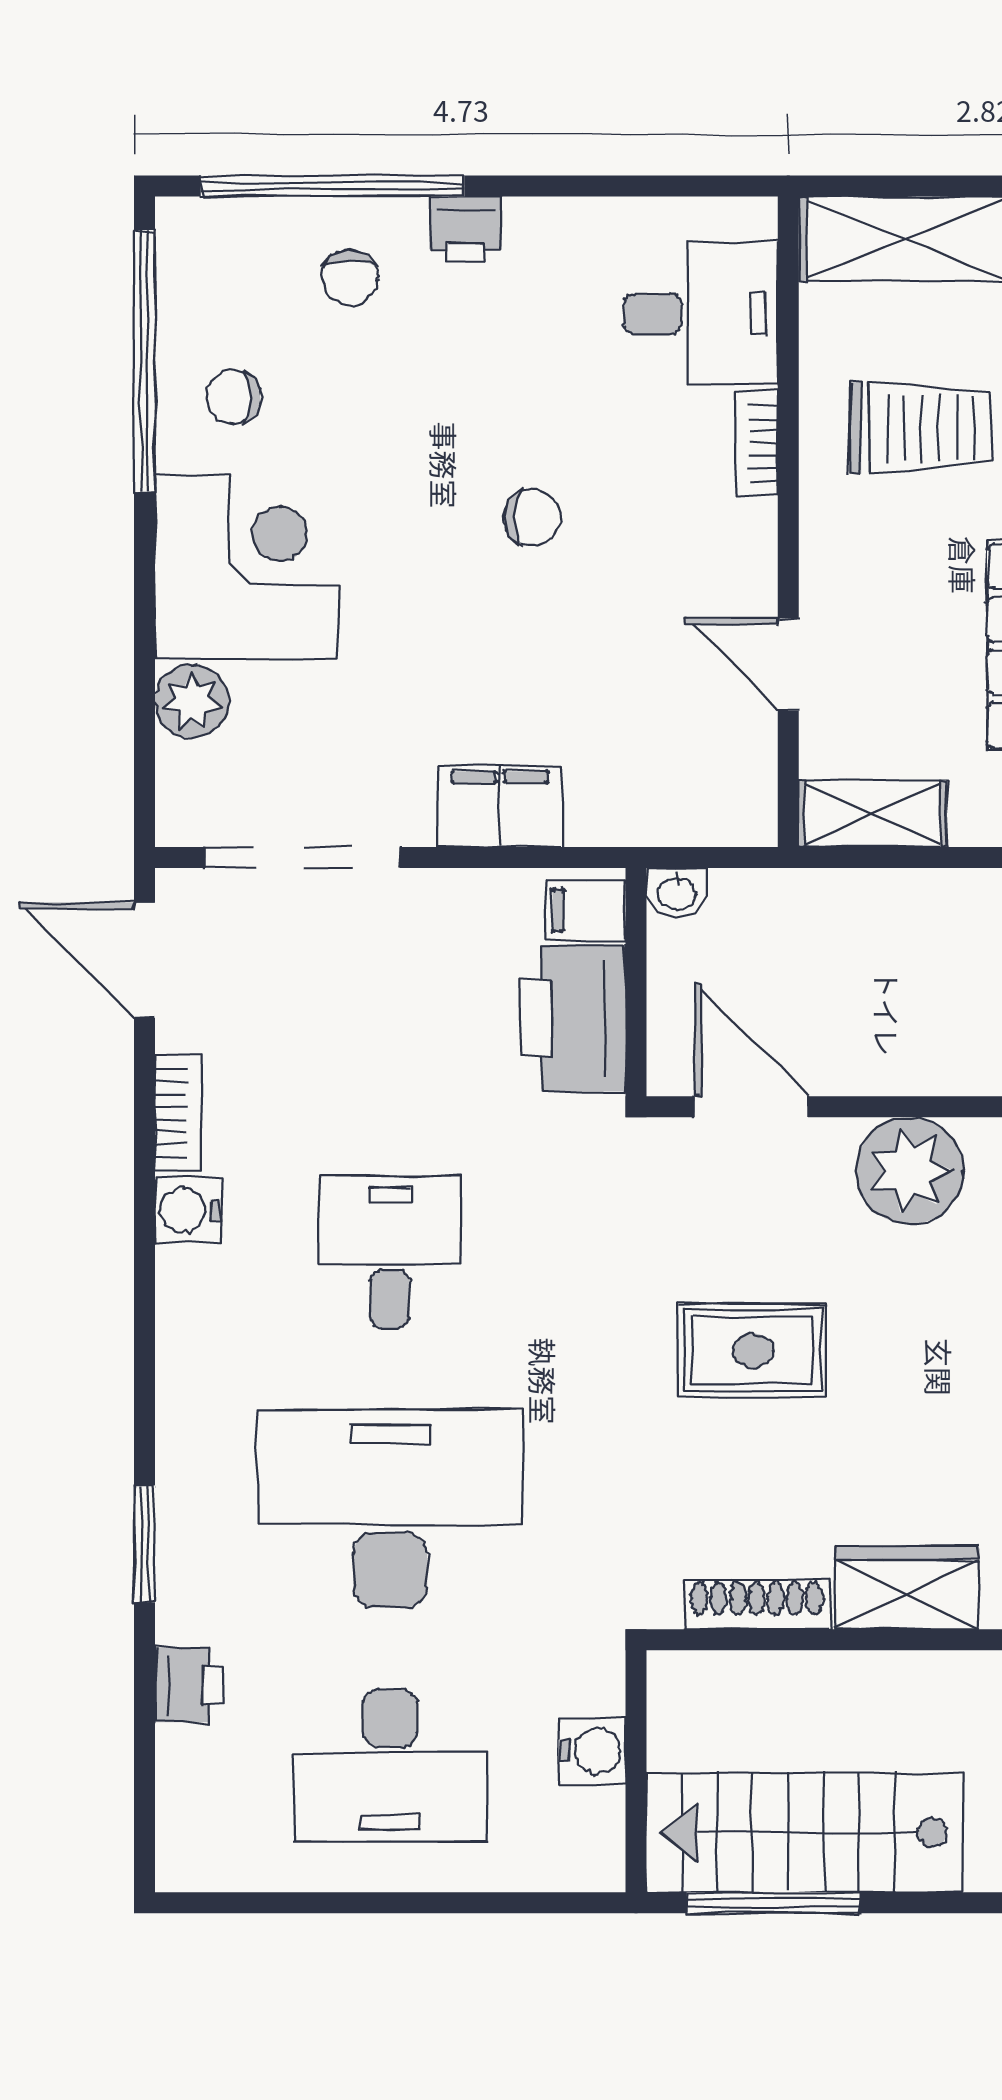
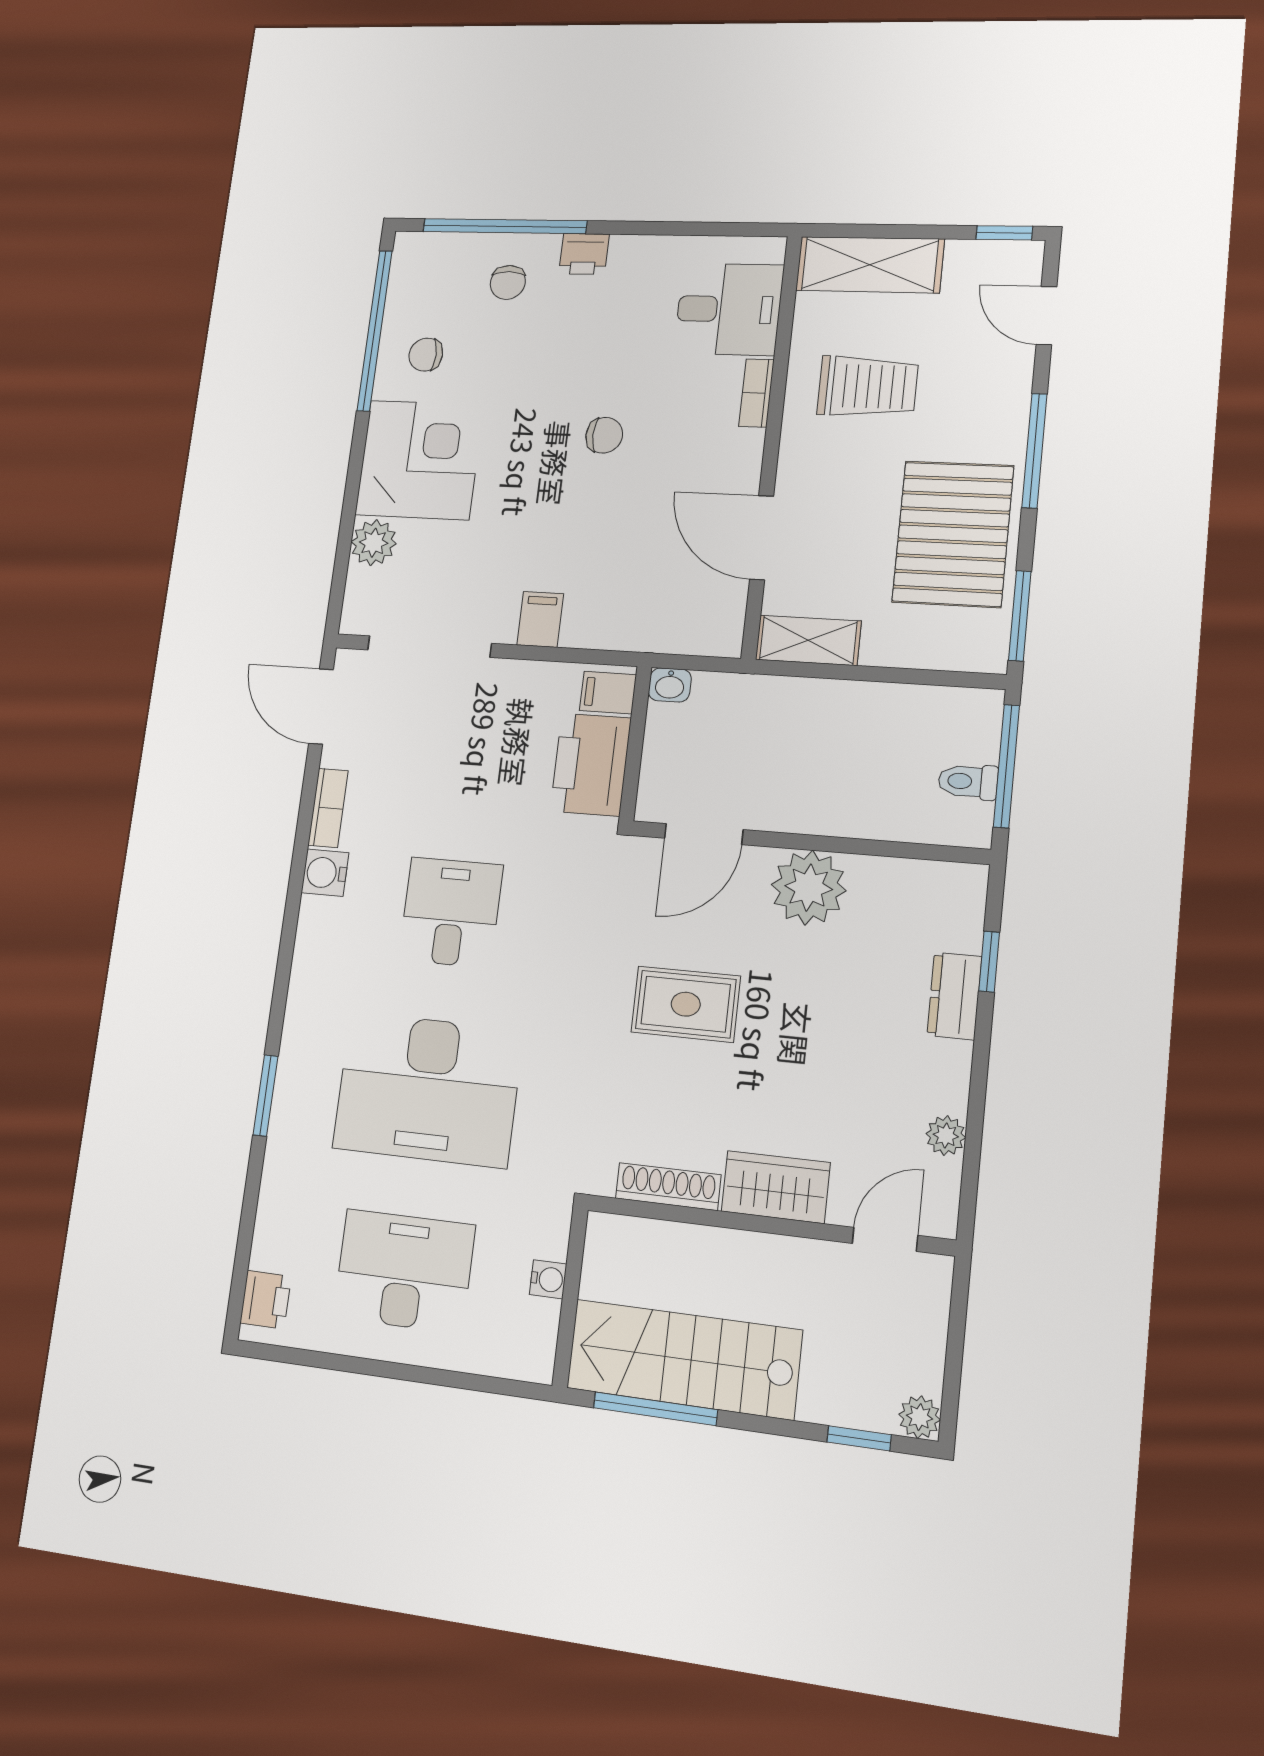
door: (788, 665) -> (762, 538), width x1.38
filing cabinet: (500, 806) -> (540, 619), width x0.50
door: (751, 1107) -> (704, 834), swing flipped
desk: (390, 1509) -> (428, 1089), turned 180
printer: (189, 1685) -> (266, 1300), moved
water cooler: (592, 1751) -> (548, 1279), width x0.72, depth x0.72
desk: (390, 1766) -> (404, 1271), turned 180

